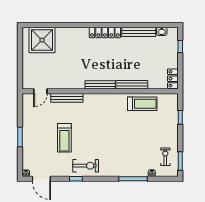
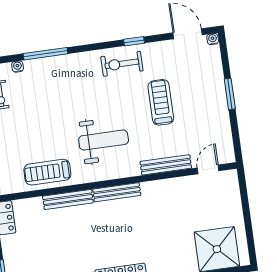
weight bench: (104, 119) -> (104, 140), added

